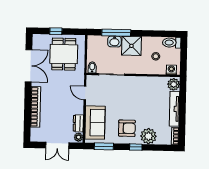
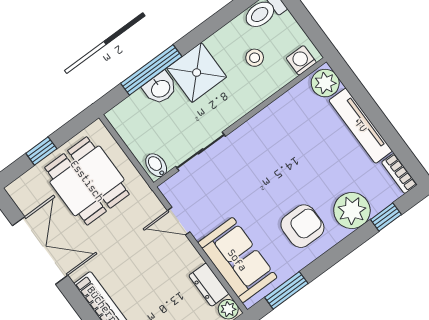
window: (136, 147) -> (386, 217), moved

